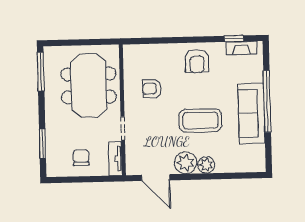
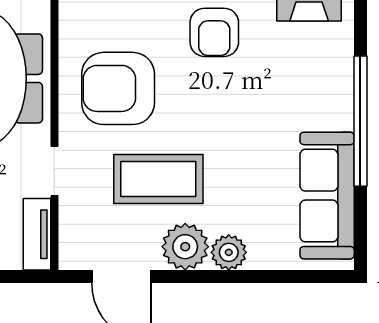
armchair: (152, 89) -> (118, 88), width x1.88, depth x1.88
sofa: (252, 113) -> (327, 196), moved
coffee table: (200, 120) -> (158, 179), moved

